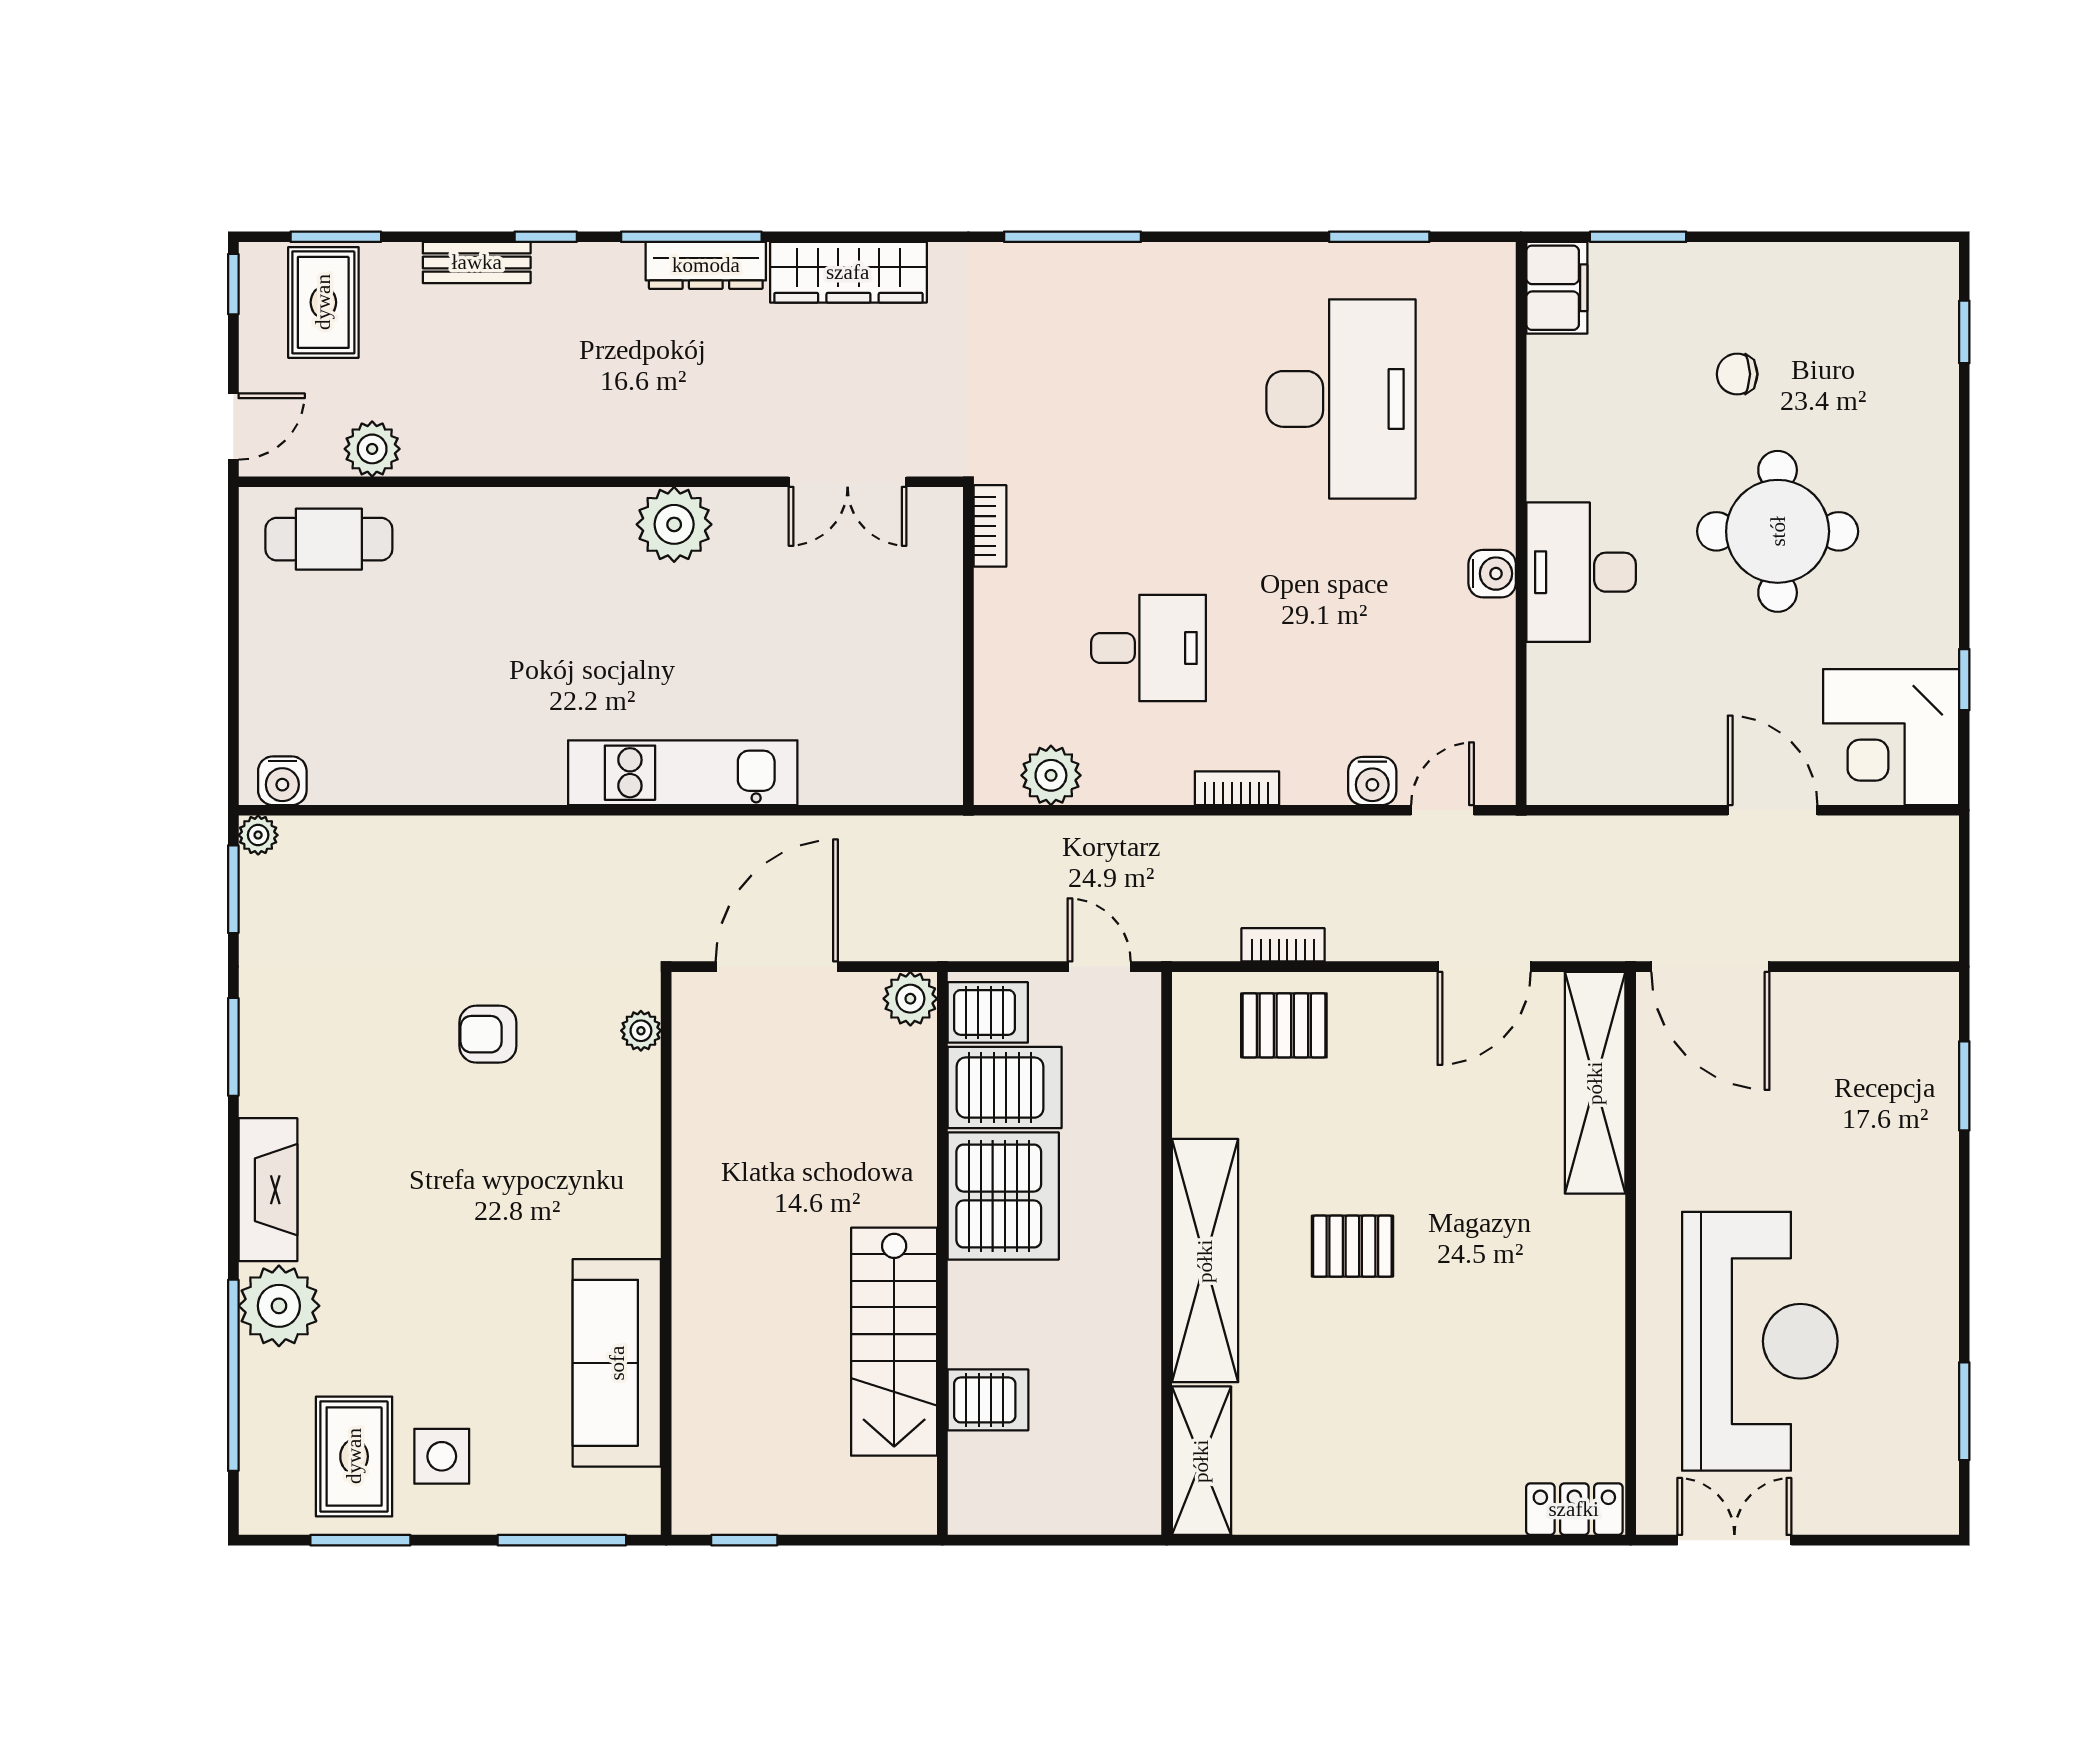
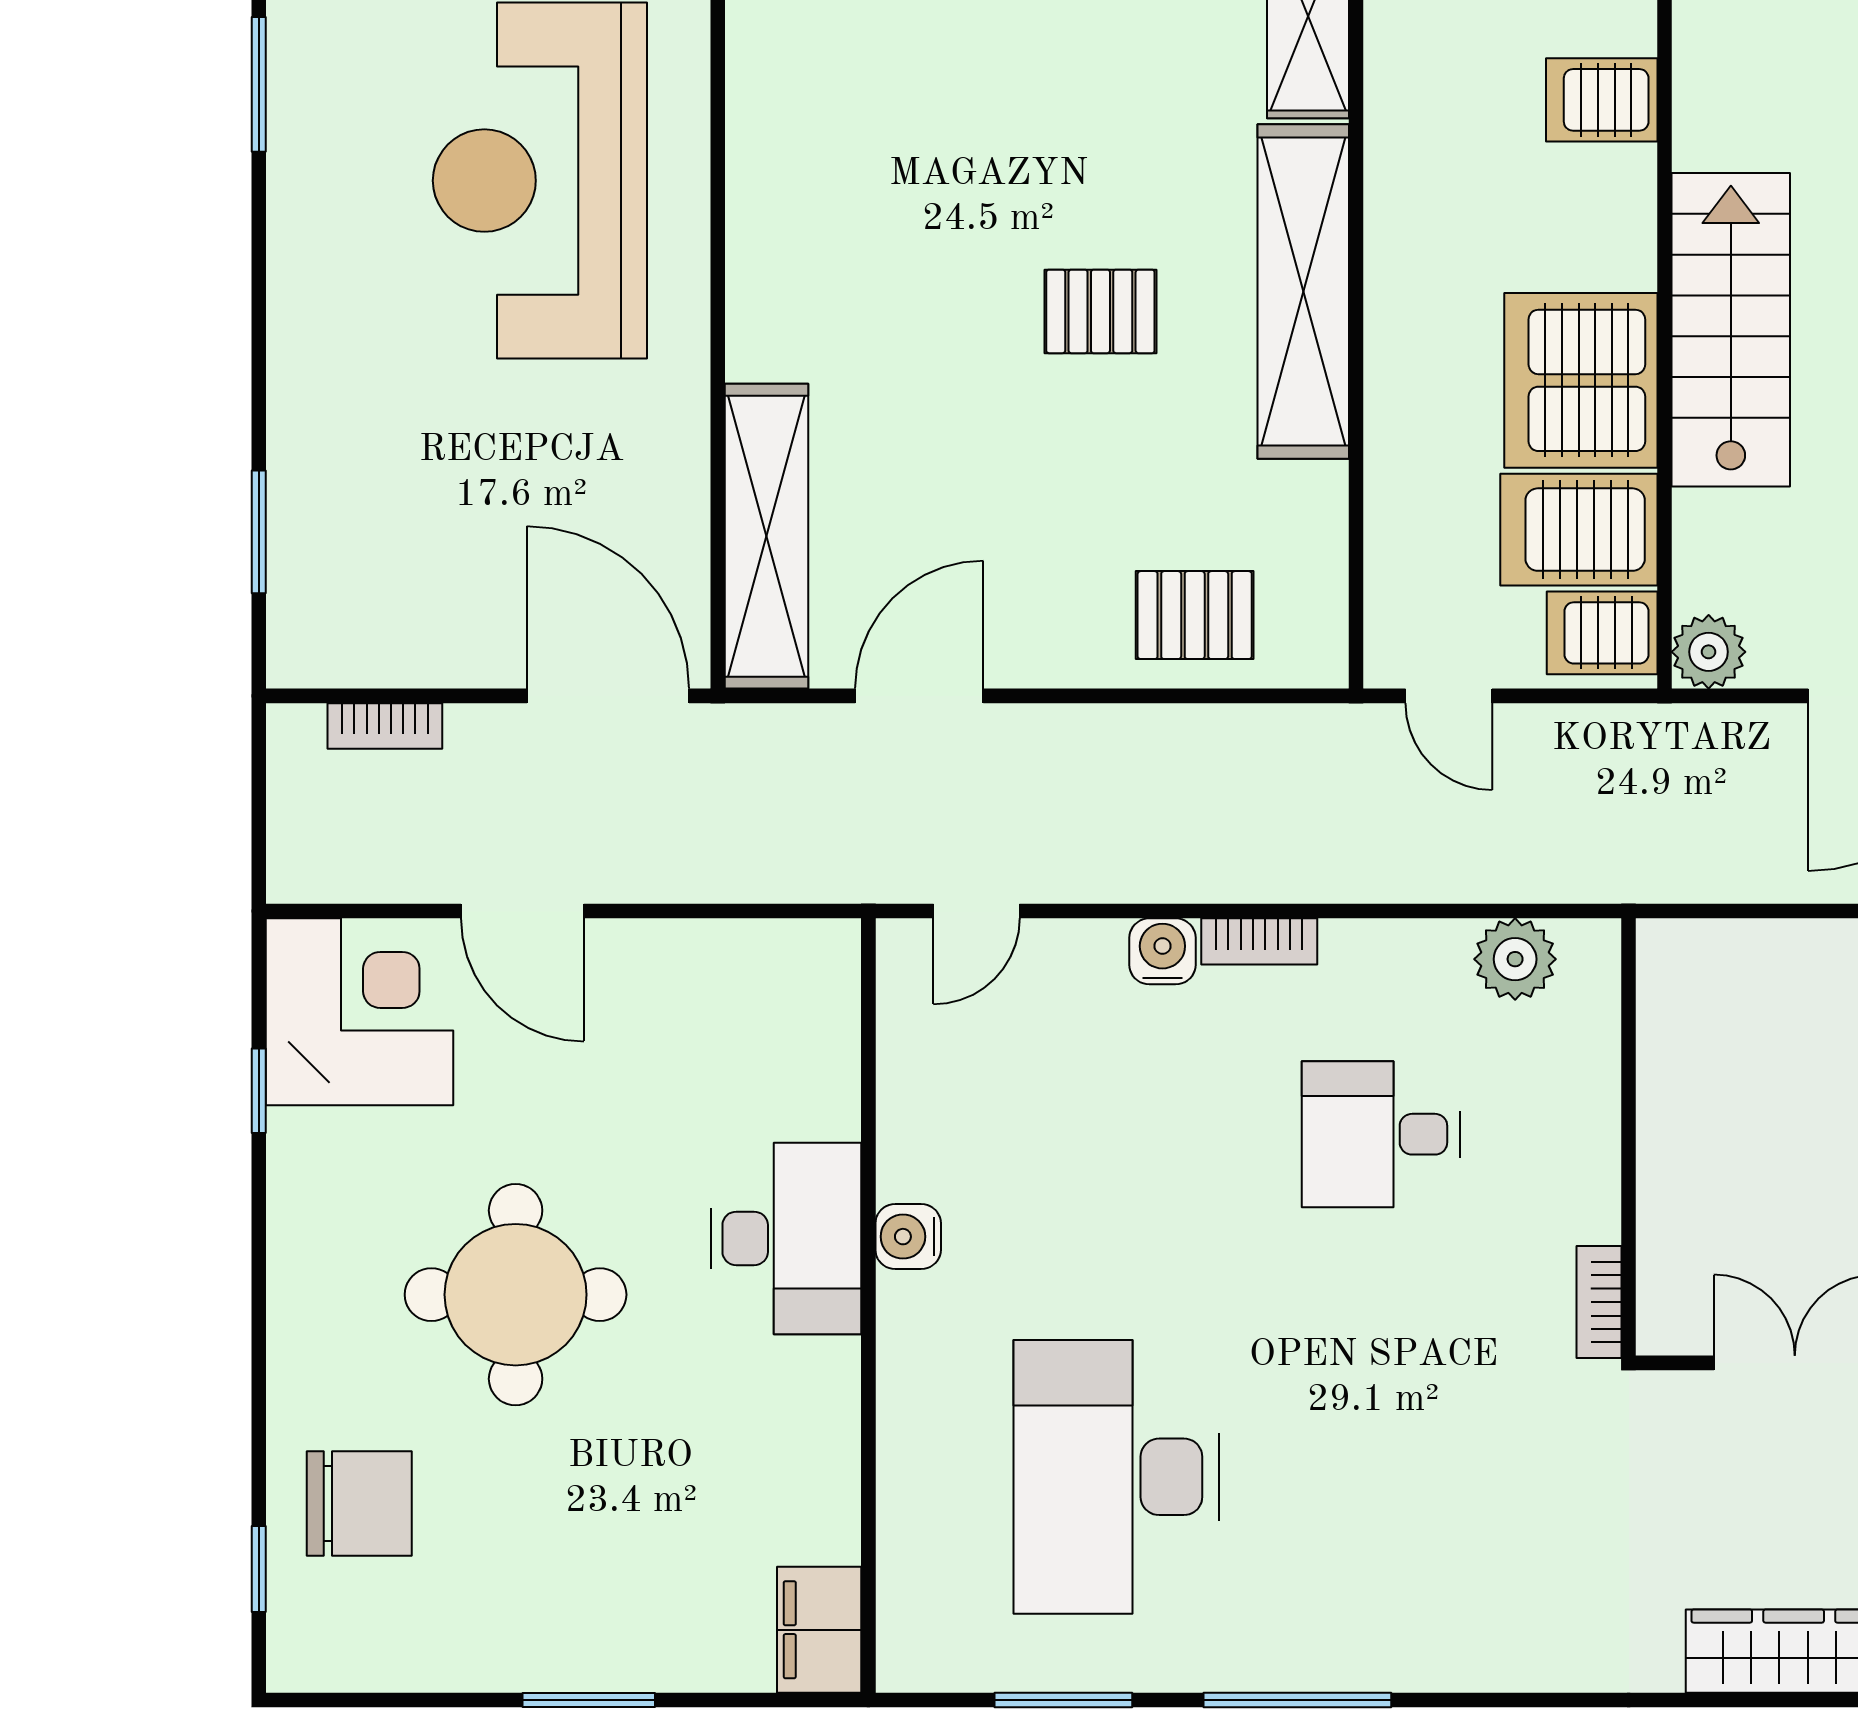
window: (1072, 237) -> (1297, 1700), moved
window: (1638, 237) -> (589, 1700), moved
chair: (1737, 374) -> (359, 1503), moved, width x1.87, depth x1.87
water cooler: (1372, 781) -> (1162, 951), moved
bookcase: (1283, 945) -> (385, 726), moved
stairs: (894, 1342) -> (1731, 330), moved

